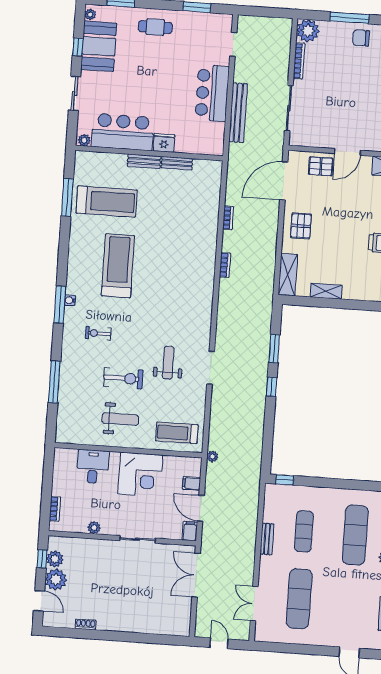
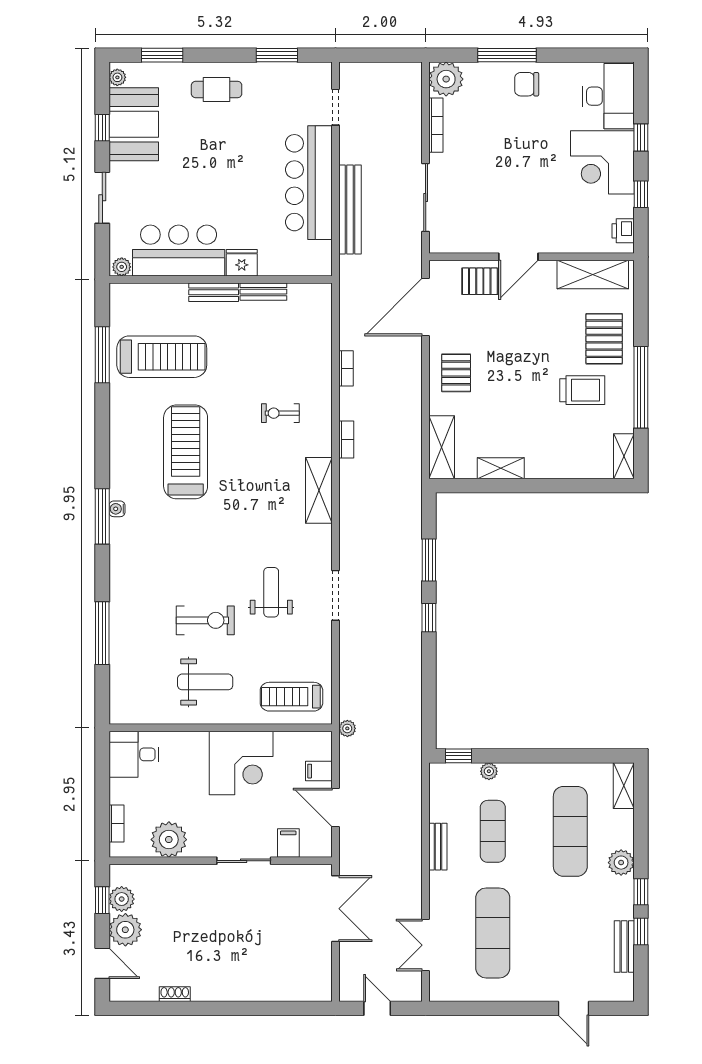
bar counter: (212, 93) -> (309, 183), width x1.36
shelving: (205, 297) -> (319, 490), added
exercise bike: (98, 333) -> (280, 413), moved
desk: (93, 467) -> (134, 754), moved, turned -90
plant: (304, 491) -> (489, 771), added
plant: (94, 528) -> (169, 840), width x1.88, depth x1.88
filing cabinet: (190, 531) -> (288, 843), moved
double door: (196, 575) -> (335, 909), swing flipped

